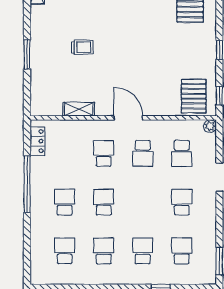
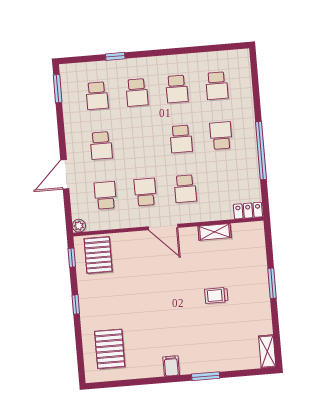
locker: (37, 141) -> (248, 211), moved, turned 90
school desk: (65, 202) -> (221, 135), turned 180

